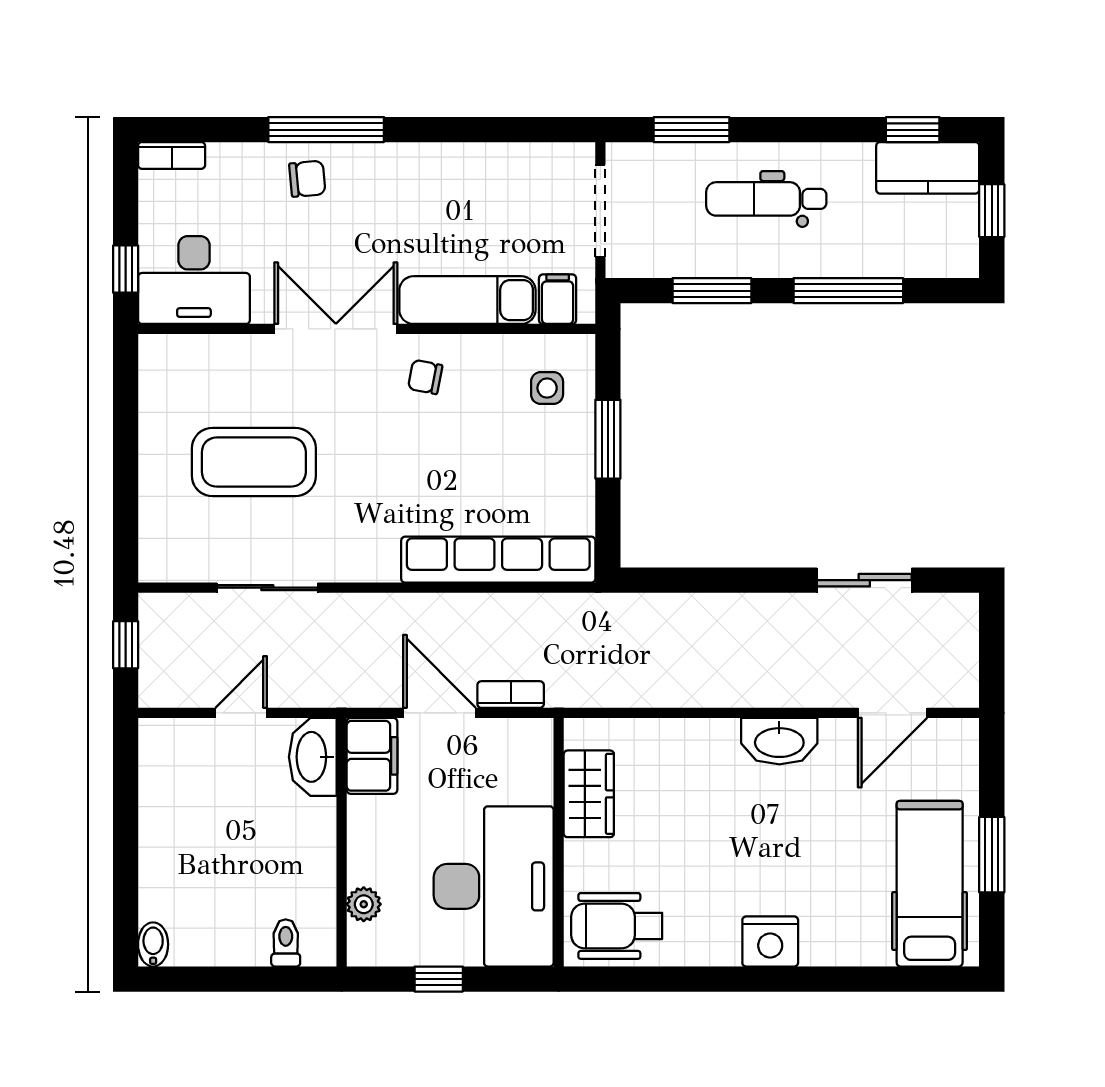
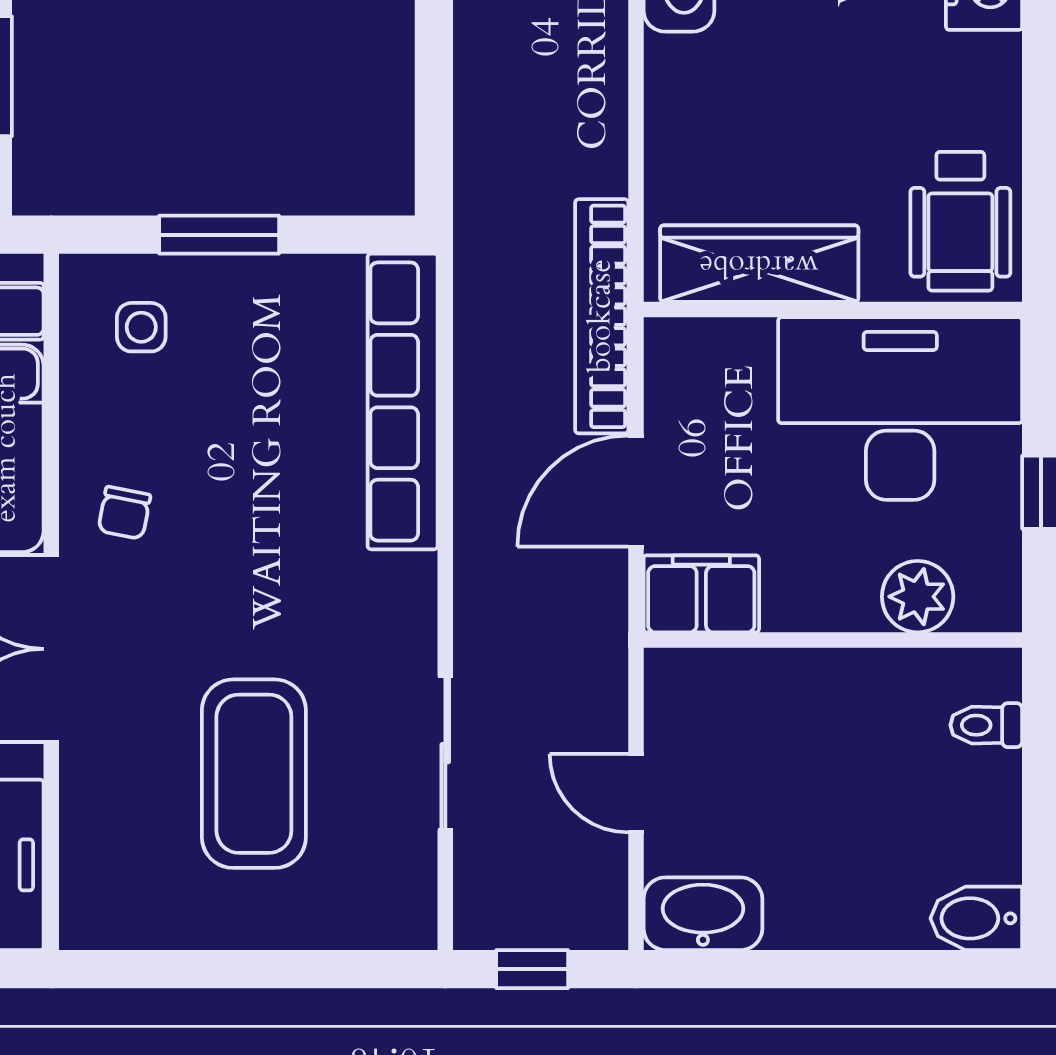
bookcase: (511, 695) -> (602, 316), width x2.31, depth x1.31
washbasin: (313, 757) -> (703, 914), moved, turned 180
wardrobe: (589, 794) -> (759, 264), width x1.50
plant: (364, 904) -> (918, 597), width x1.38, depth x1.38
bidet: (153, 944) -> (976, 918), width x1.38, depth x1.36

